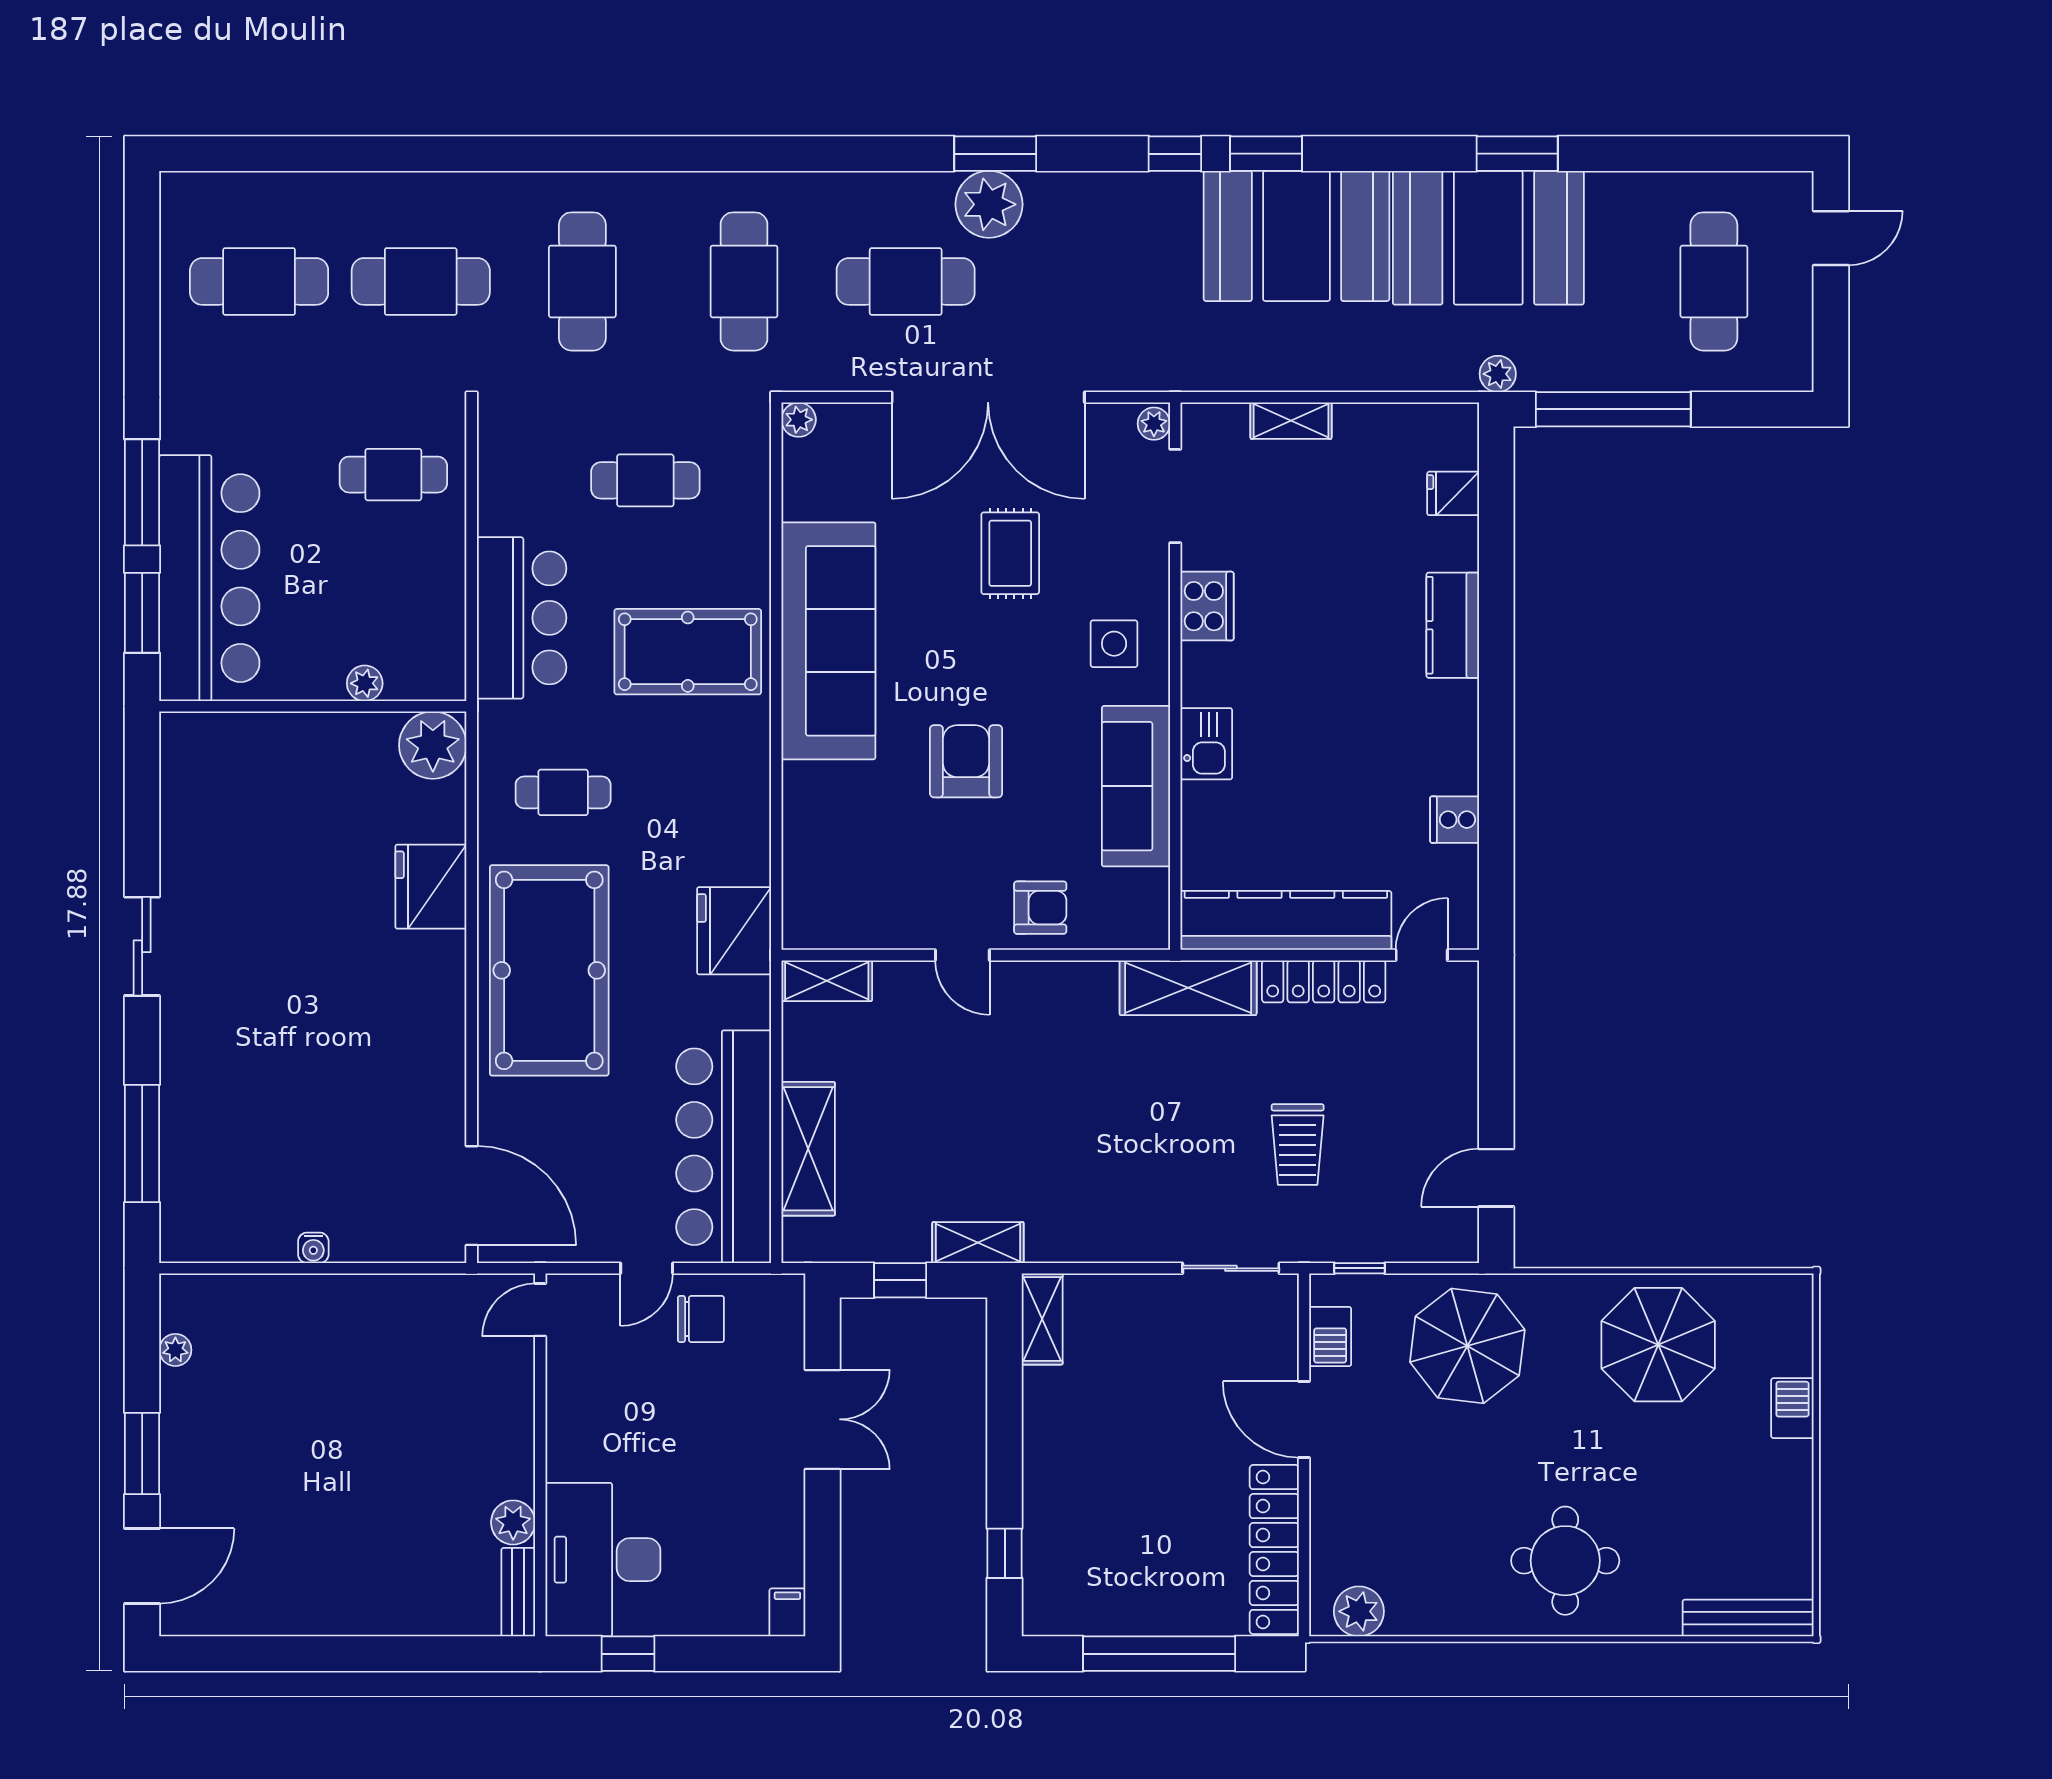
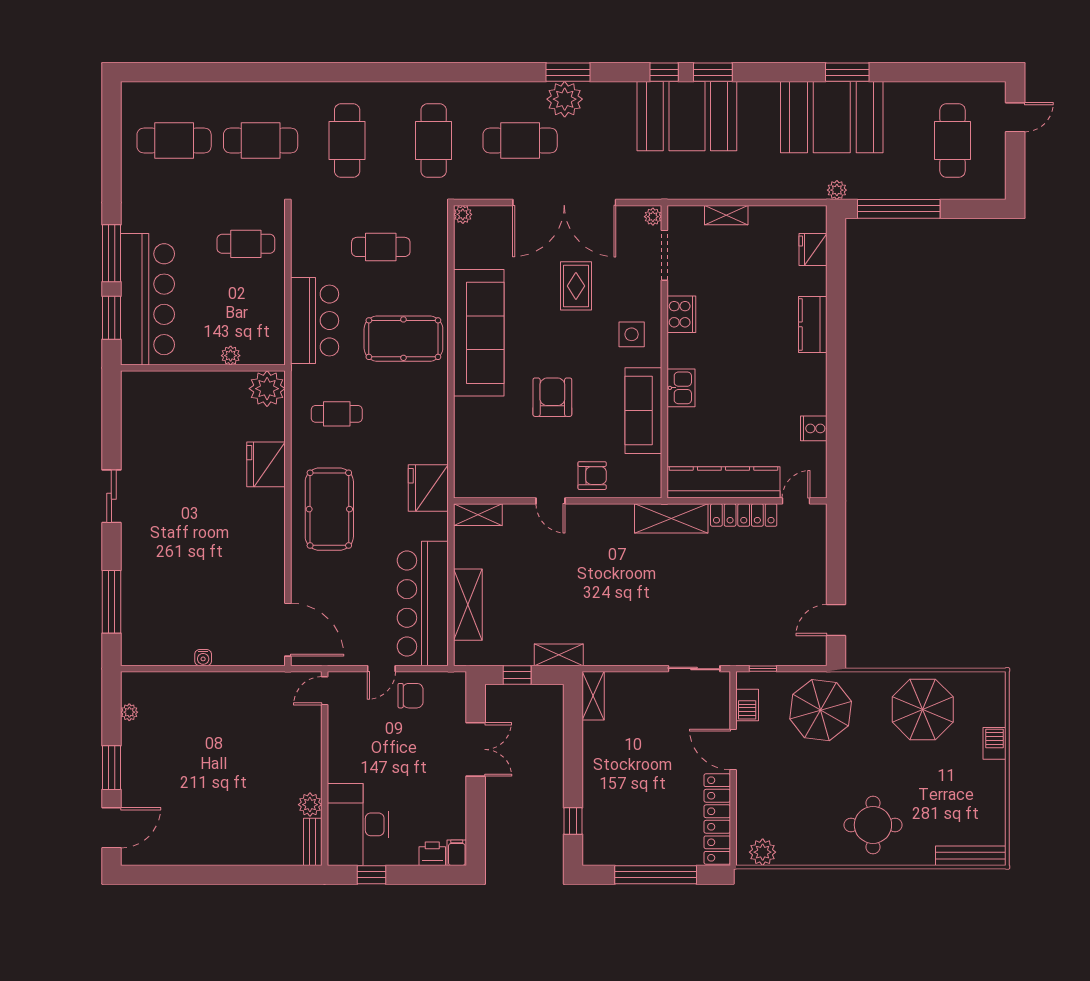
booth: (1296, 236) -> (687, 116), moved
fridge: (1453, 493) -> (813, 249), width x1.38
pool table: (549, 970) -> (329, 509), width x0.73, depth x0.76
trolley: (1298, 1144) -> (730, 602), removed
printer: (742, 1614) -> (432, 854), added

